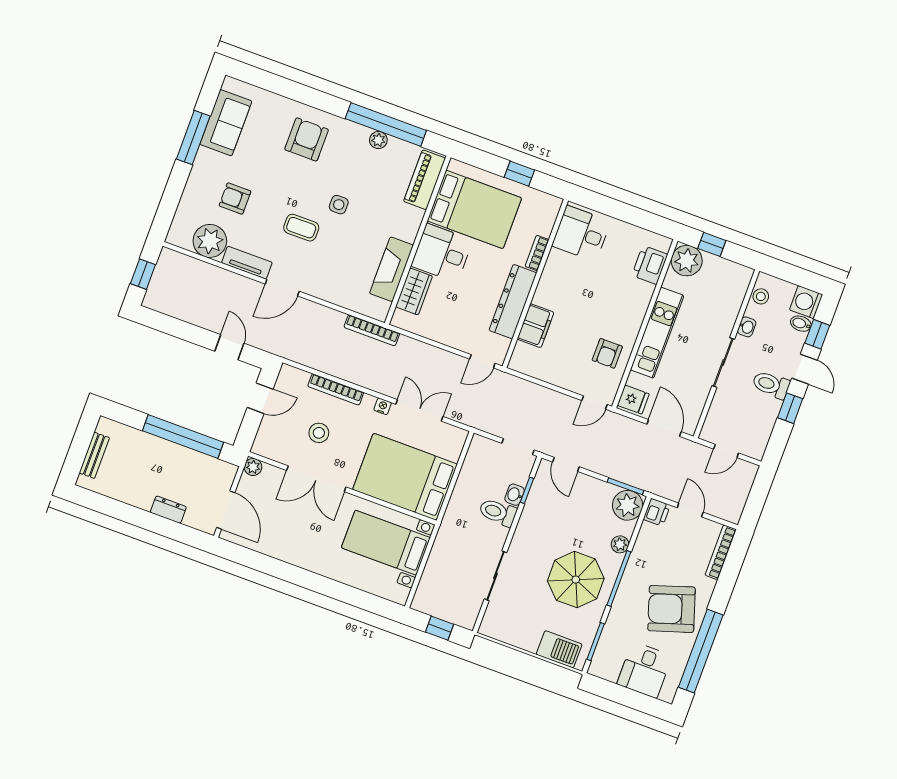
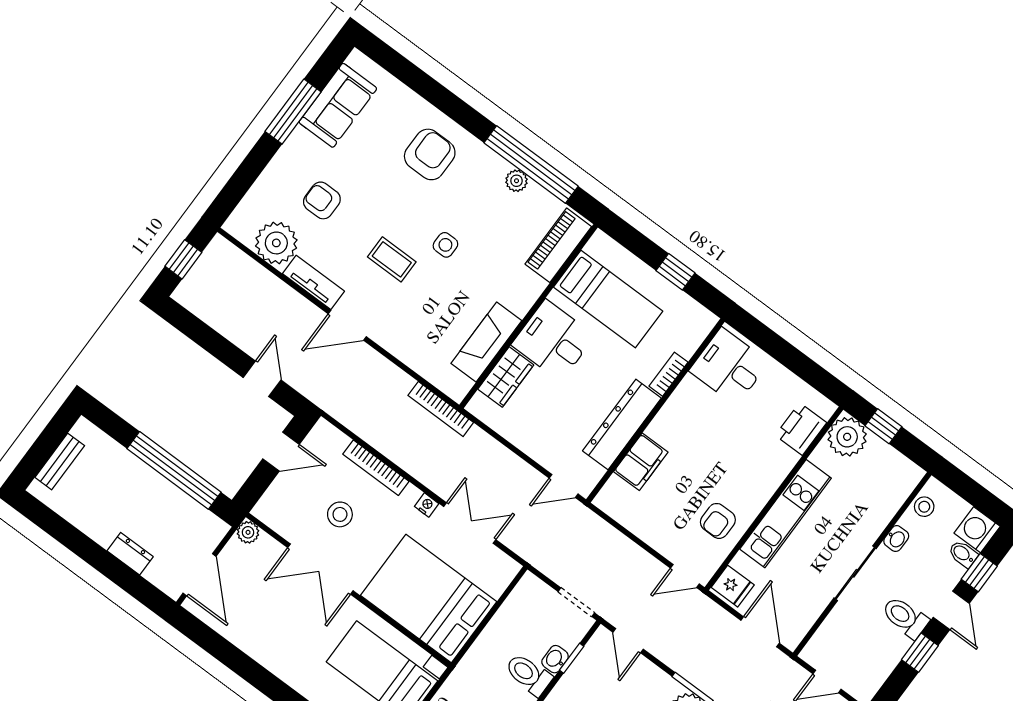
bed: (474, 209) -> (608, 299), width x0.67

